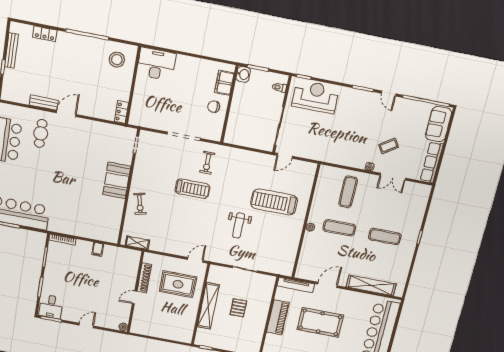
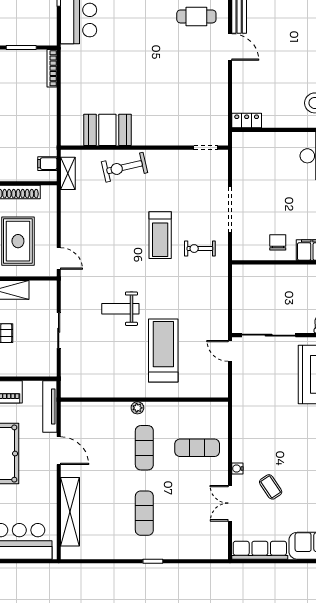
booth: (117, 180) -> (107, 130), moved
exercise bike: (140, 204) -> (125, 167), width x1.38, depth x1.39
filing cabinet: (98, 249) -> (47, 164), moved

